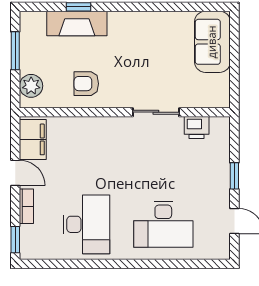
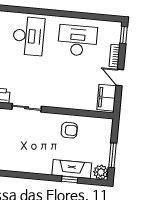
plant: (31, 86) -> (101, 172), moved
desk: (86, 224) -> (77, 41), turned 90
desk: (163, 224) -> (29, 36), turned 90

